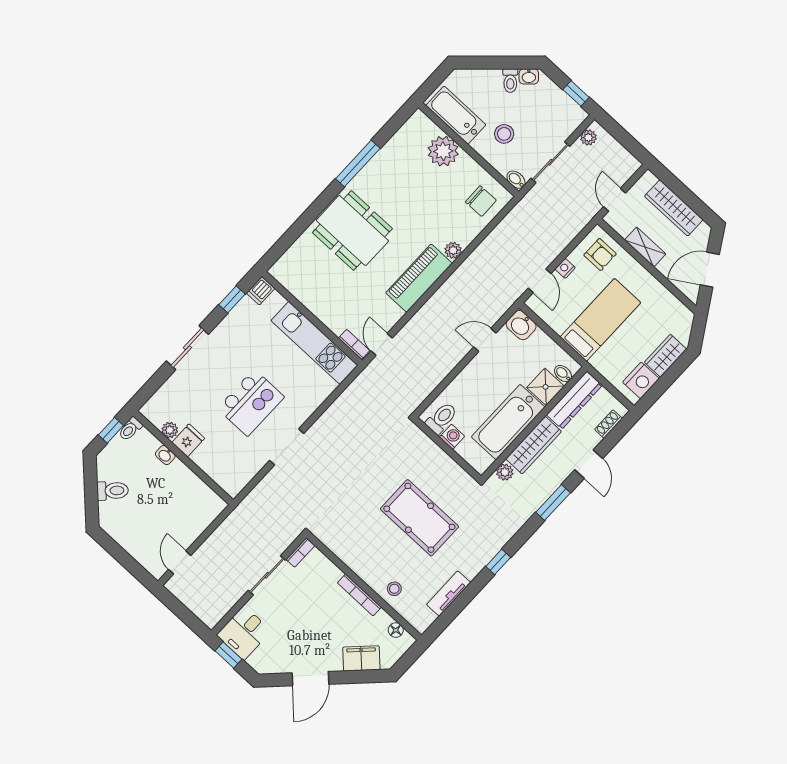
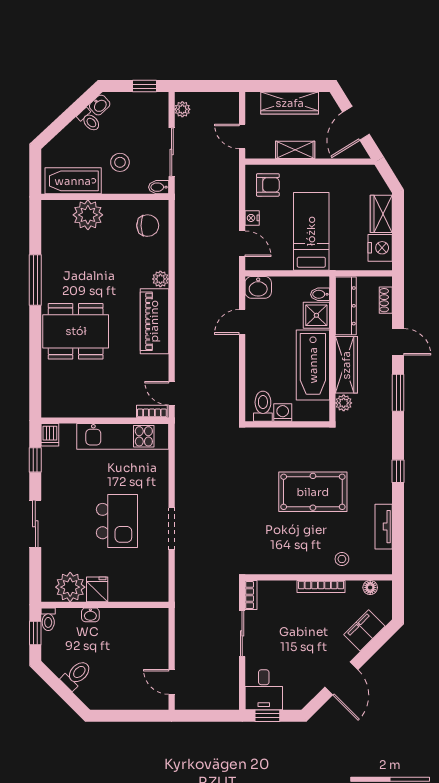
plant: (170, 430) -> (70, 587), width x1.87, depth x1.87

